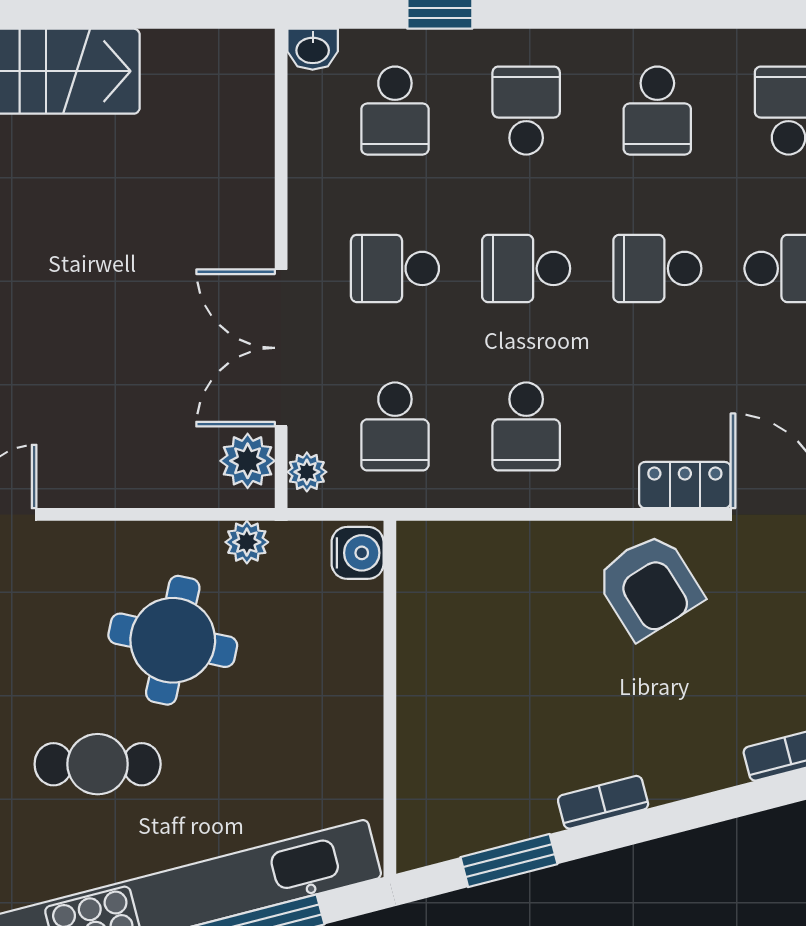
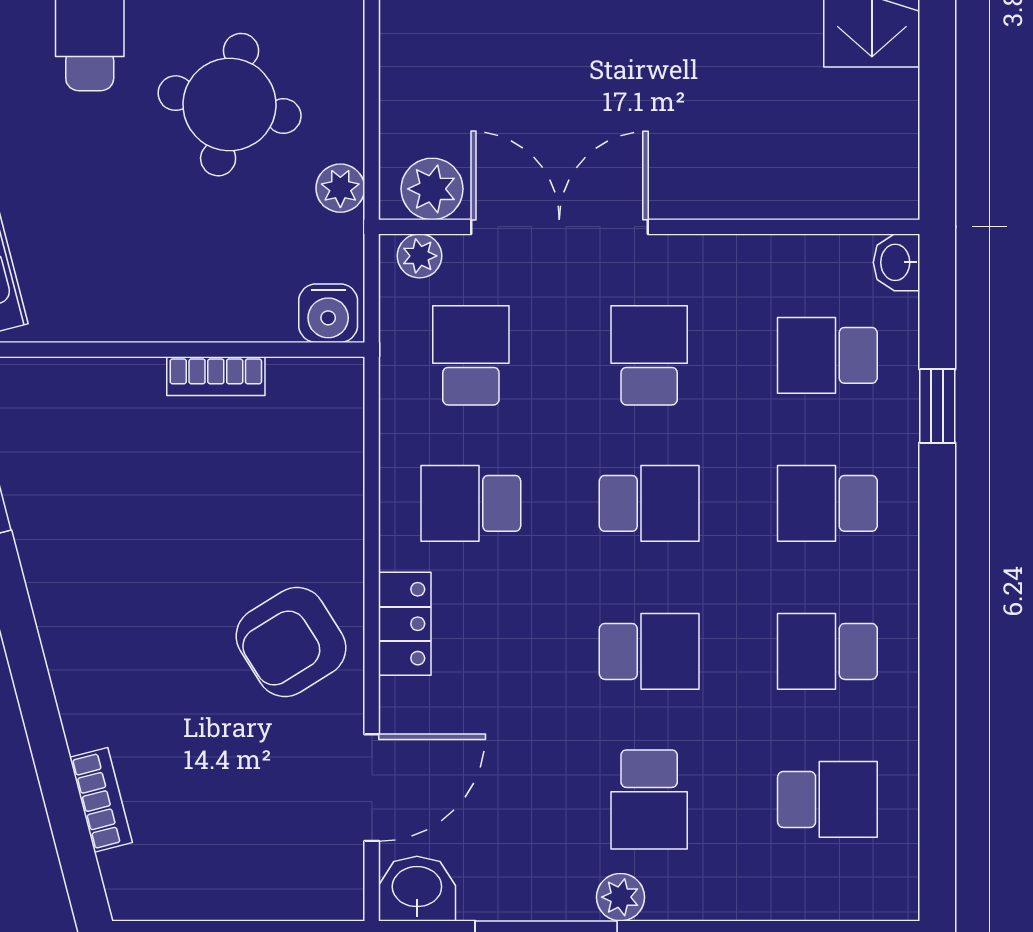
school desk: (526, 111) -> (827, 503), turned 180
school desk: (526, 268) -> (649, 503), turned 90
school desk: (657, 268) -> (649, 651), turned 90
school desk: (395, 426) -> (471, 355), turned 90
locker: (685, 485) -> (405, 624), moved
bookcase: (603, 802) -> (216, 376), moved, turned 105

